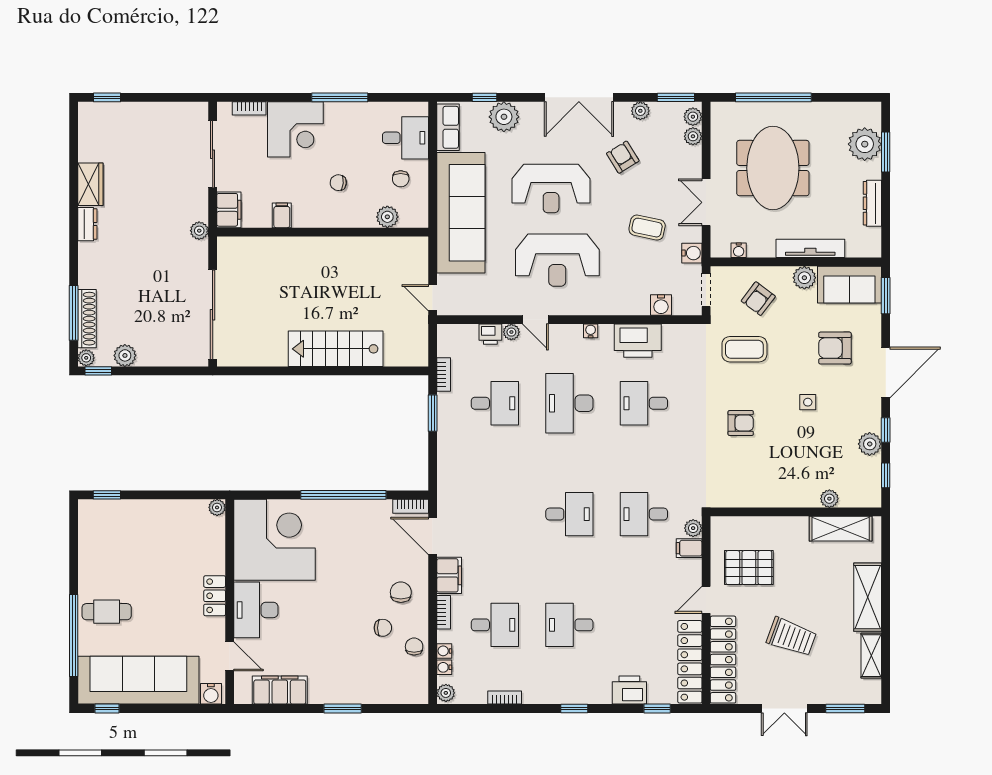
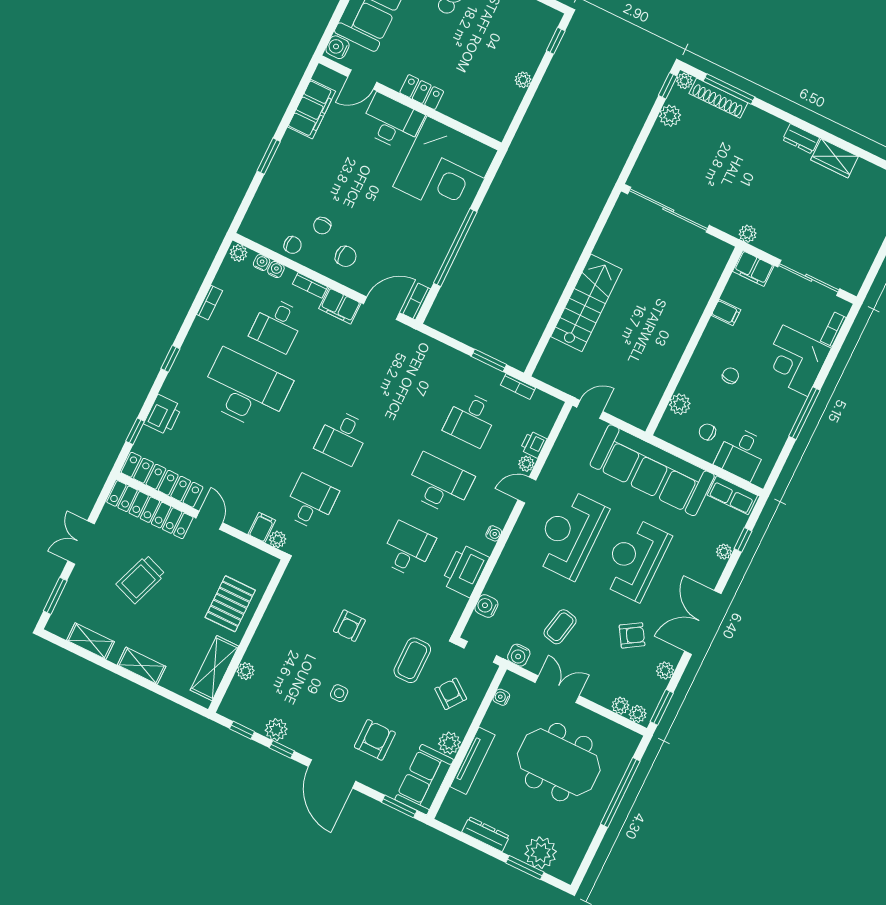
plant: (504, 117) -> (724, 552), width x0.53, depth x0.53
plant: (217, 507) -> (523, 80), moved
pallet: (749, 568) -> (230, 604), moved
shelving: (868, 597) -> (142, 666), width x0.67, depth x0.75
desk: (569, 625) -> (246, 390), width x1.87, depth x1.30

